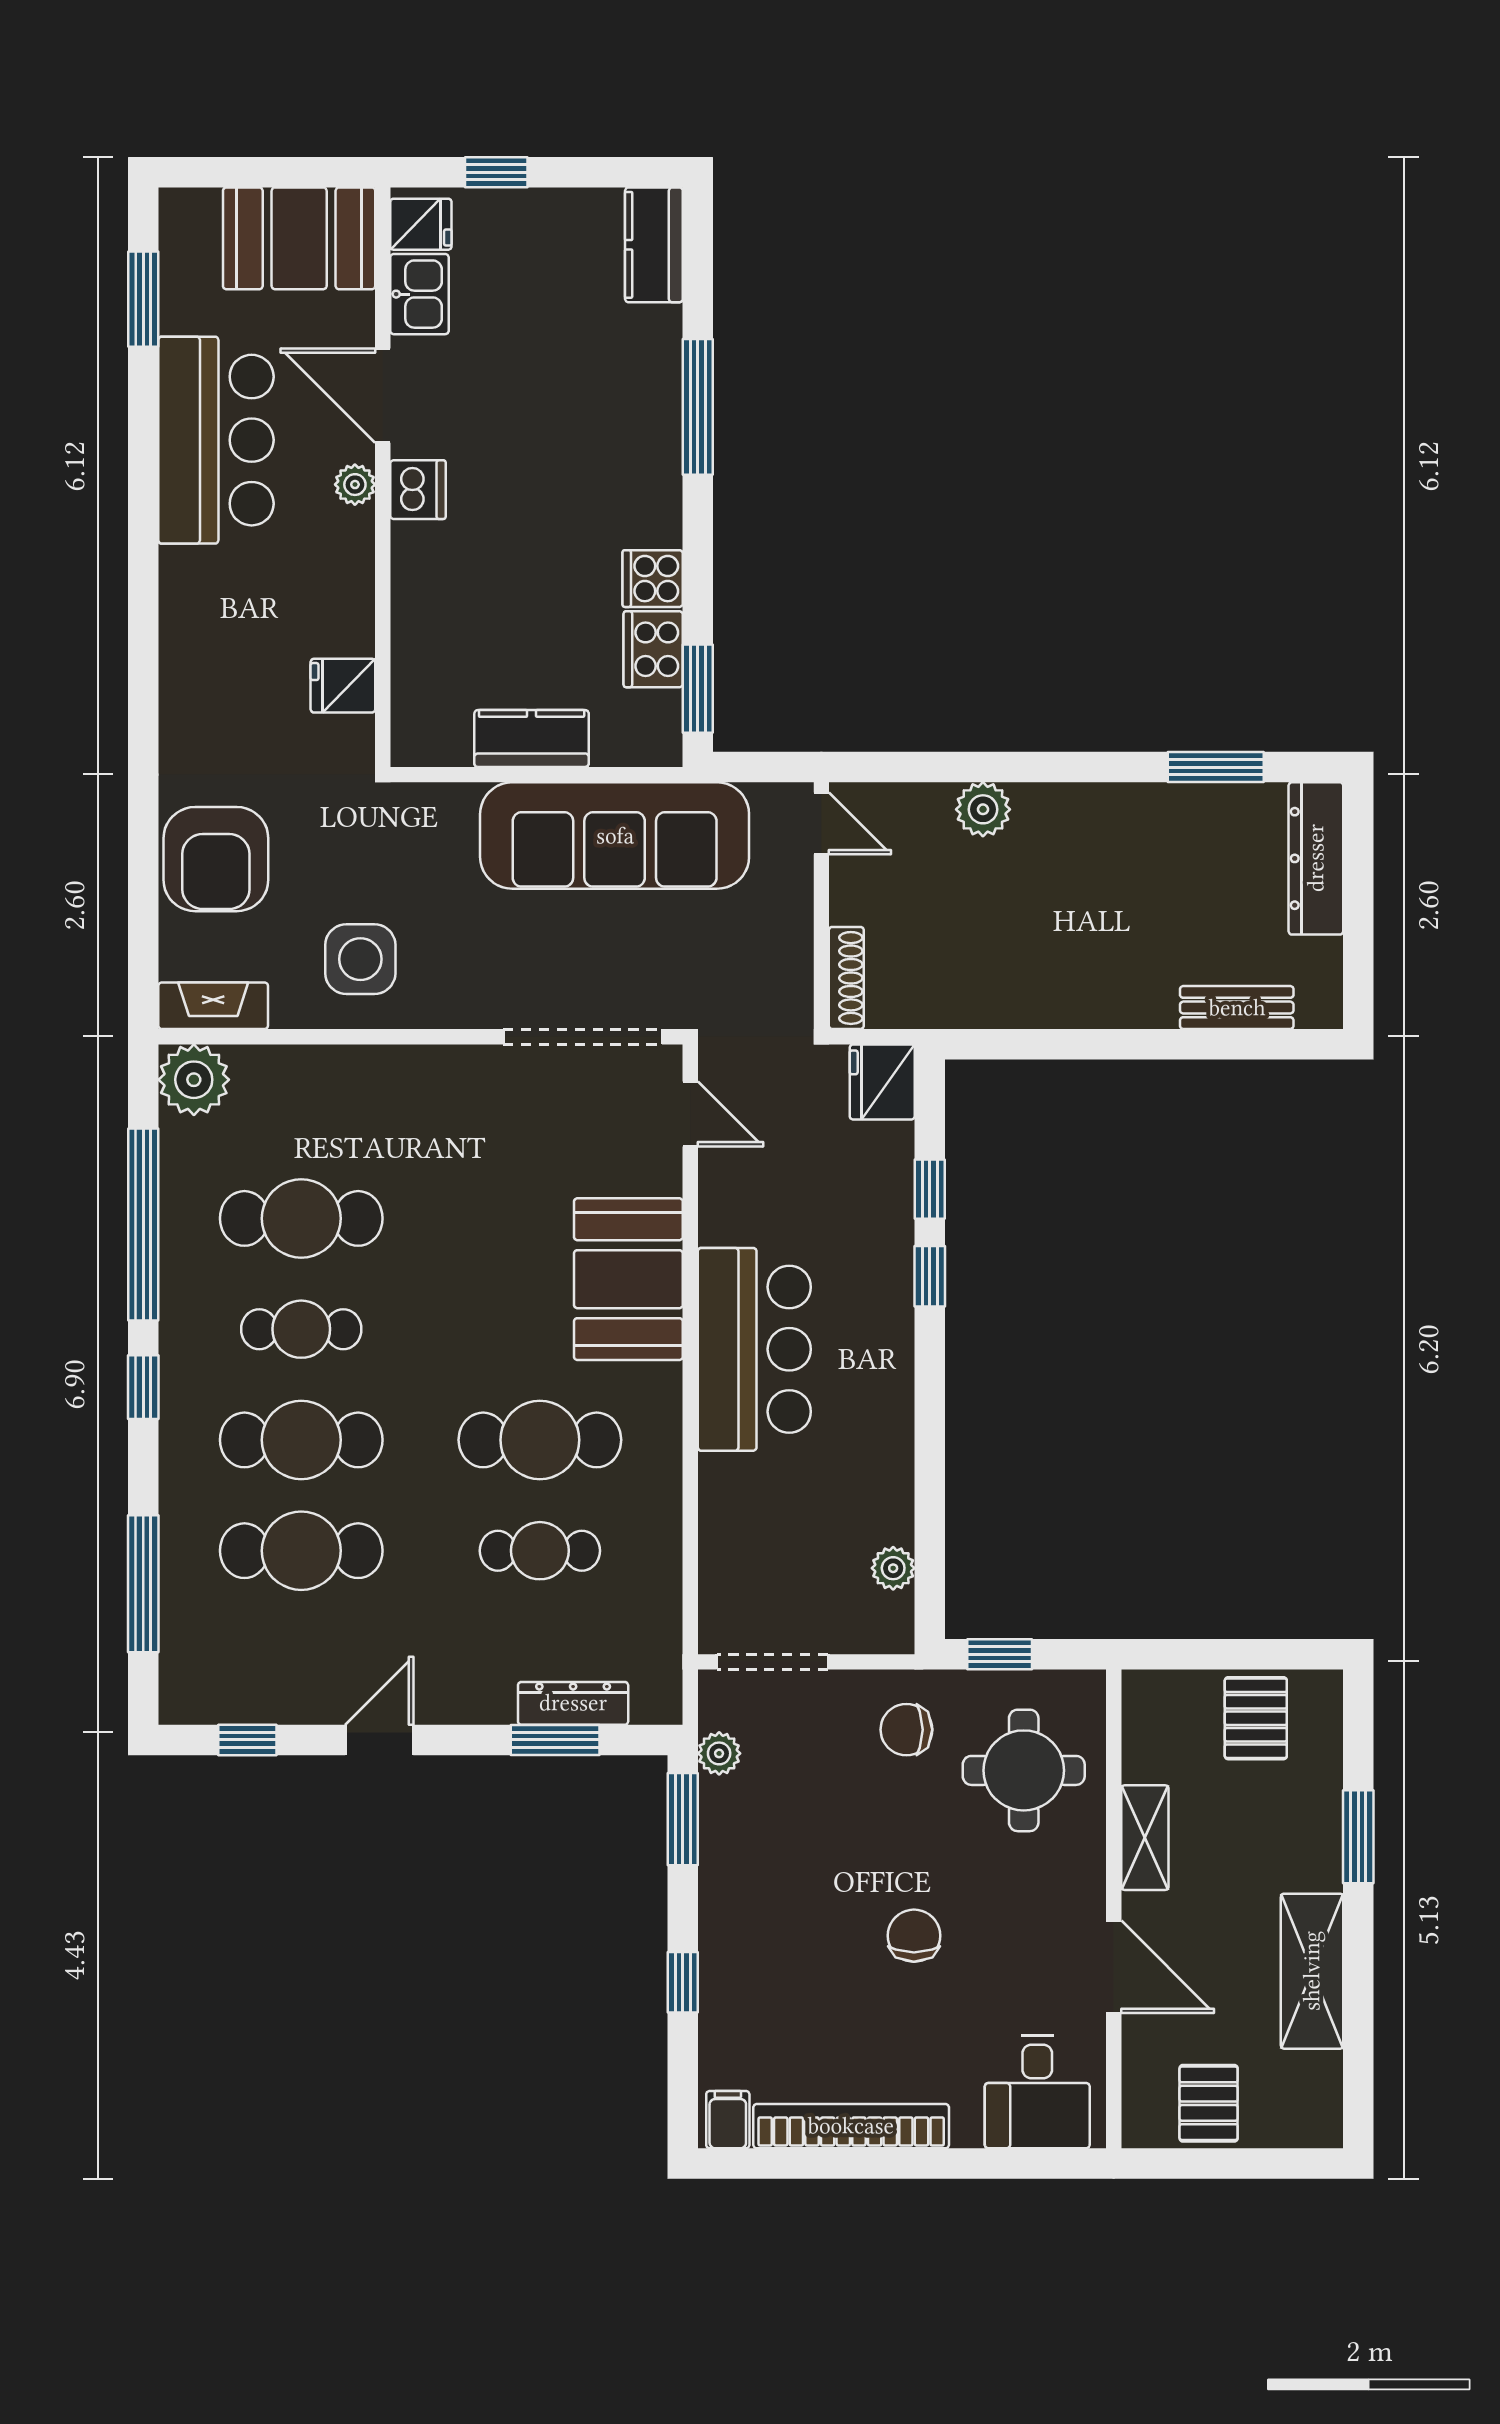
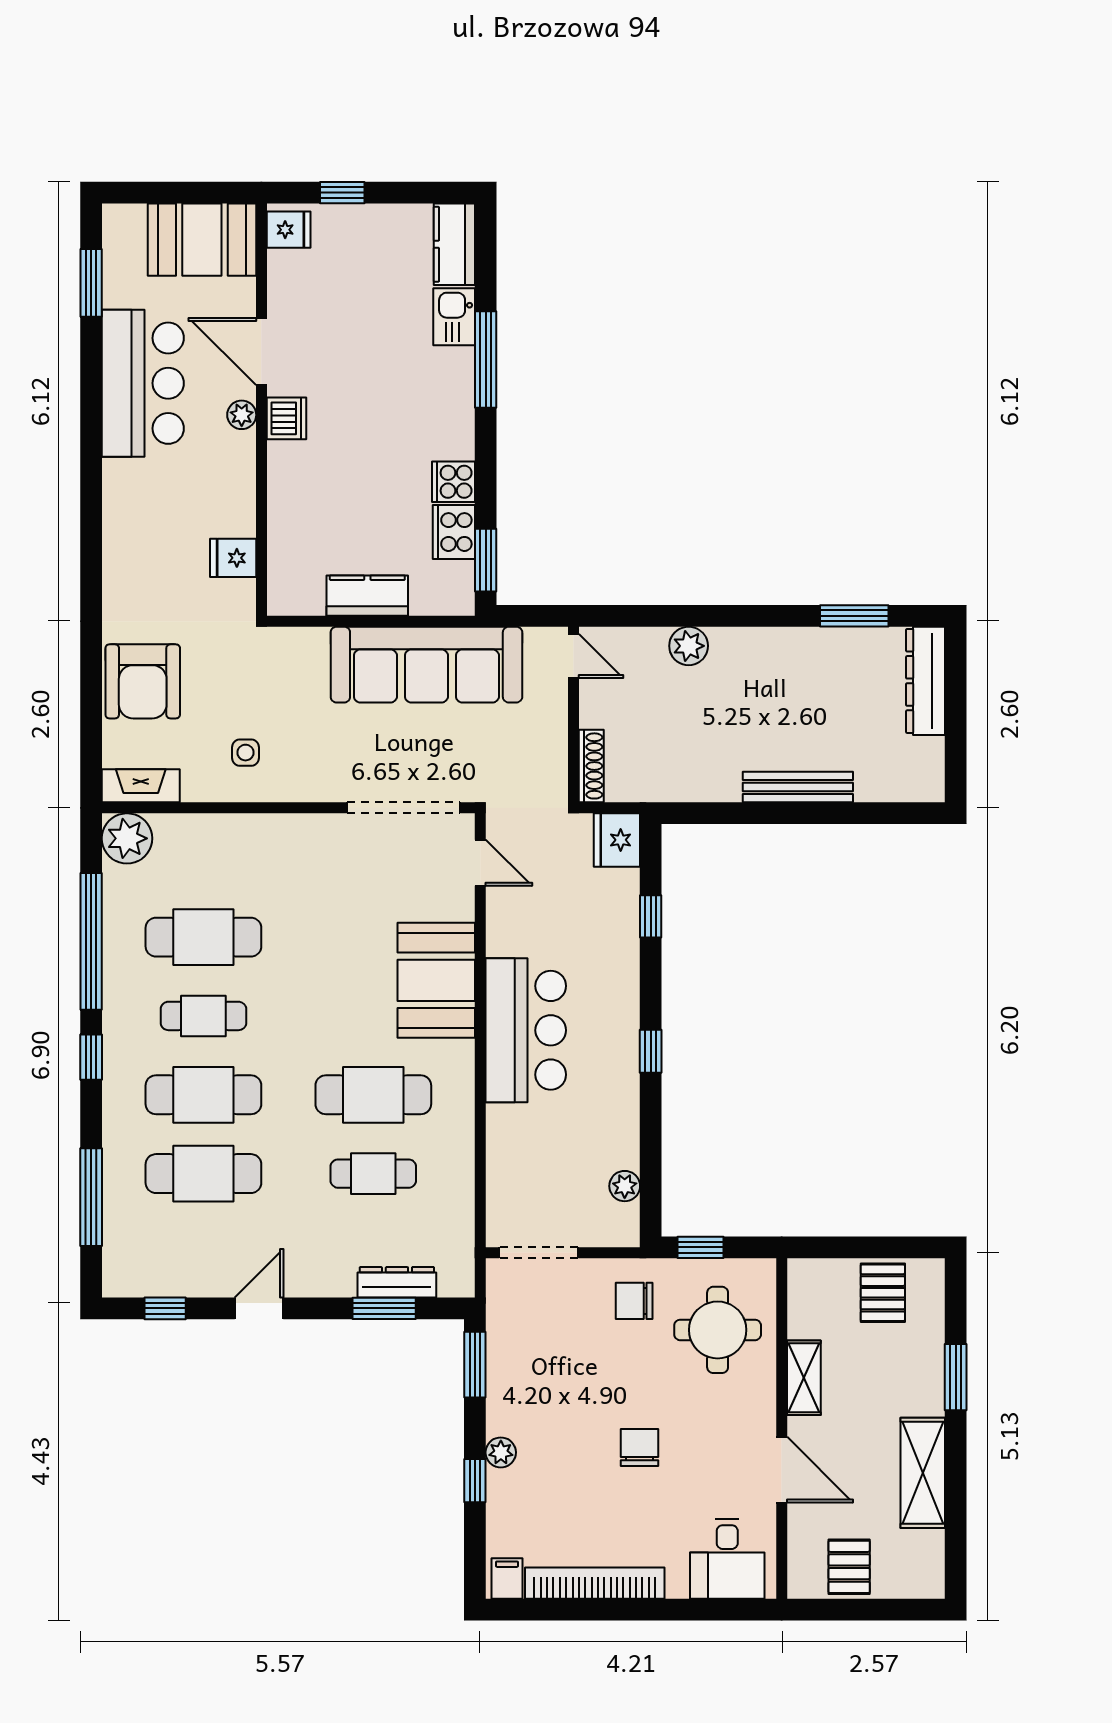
kitchen sink: (419, 294) -> (454, 317), moved, turned 180
side table: (360, 959) -> (245, 753), width x0.54, depth x0.54
bench: (1237, 1008) -> (798, 787), moved, width x1.36
window: (930, 1276) -> (651, 1051), moved
plant: (719, 1753) -> (501, 1452), moved

